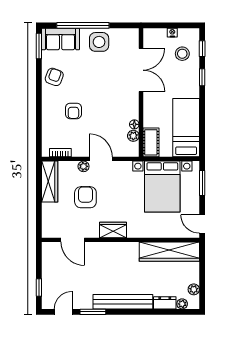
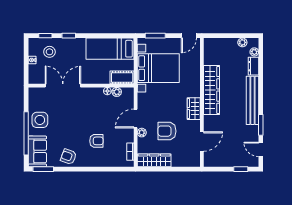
wardrobe: (169, 252) -> (211, 90), moved

